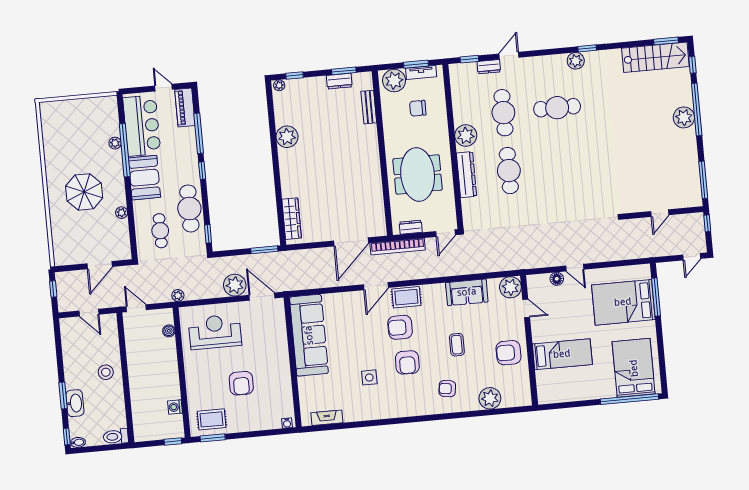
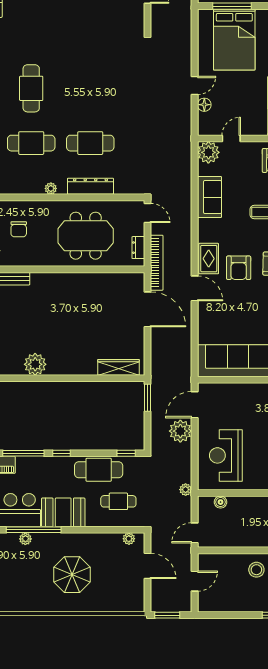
plant: (466, 136) -> (51, 188), width x0.53, depth x0.53
plant: (122, 213) -> (129, 539), moved
window: (53, 289) -> (167, 615), width x1.50

